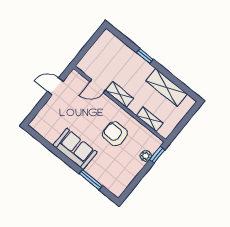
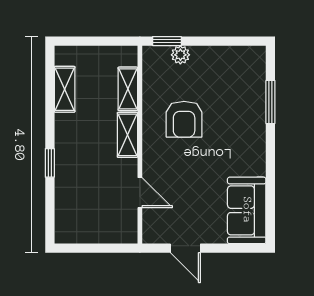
shelving: (166, 87) -> (65, 89), width x0.67, depth x0.75
shelving: (120, 95) -> (127, 135), moved
sofa: (75, 149) -> (247, 210), moved

